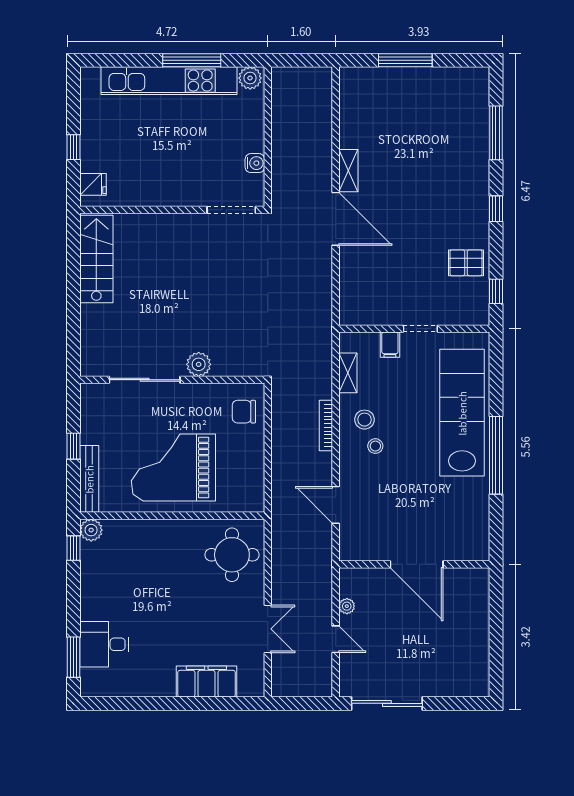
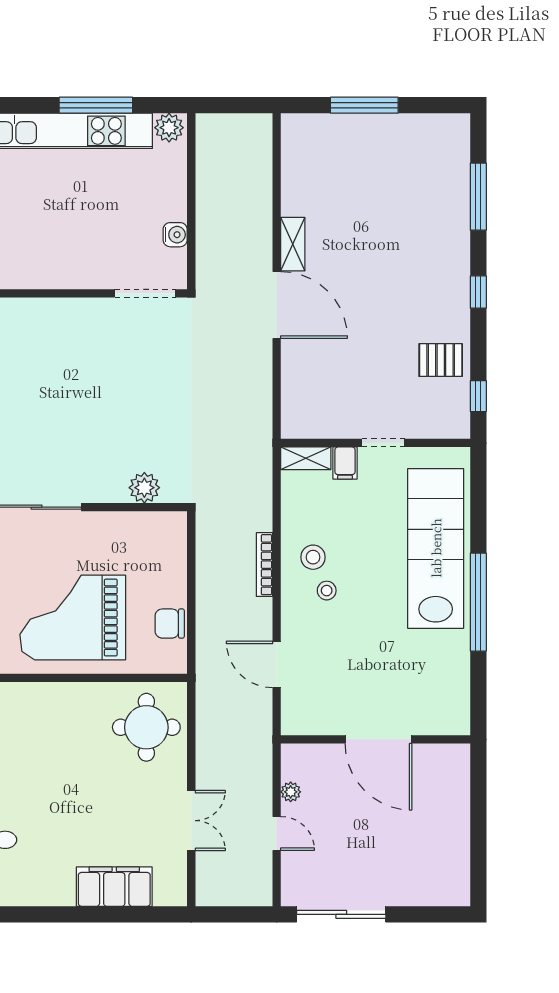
plant: (199, 364) -> (144, 488), moved
shelving: (348, 373) -> (306, 458), moved, turned 90
chair: (244, 412) -> (170, 624), moved

